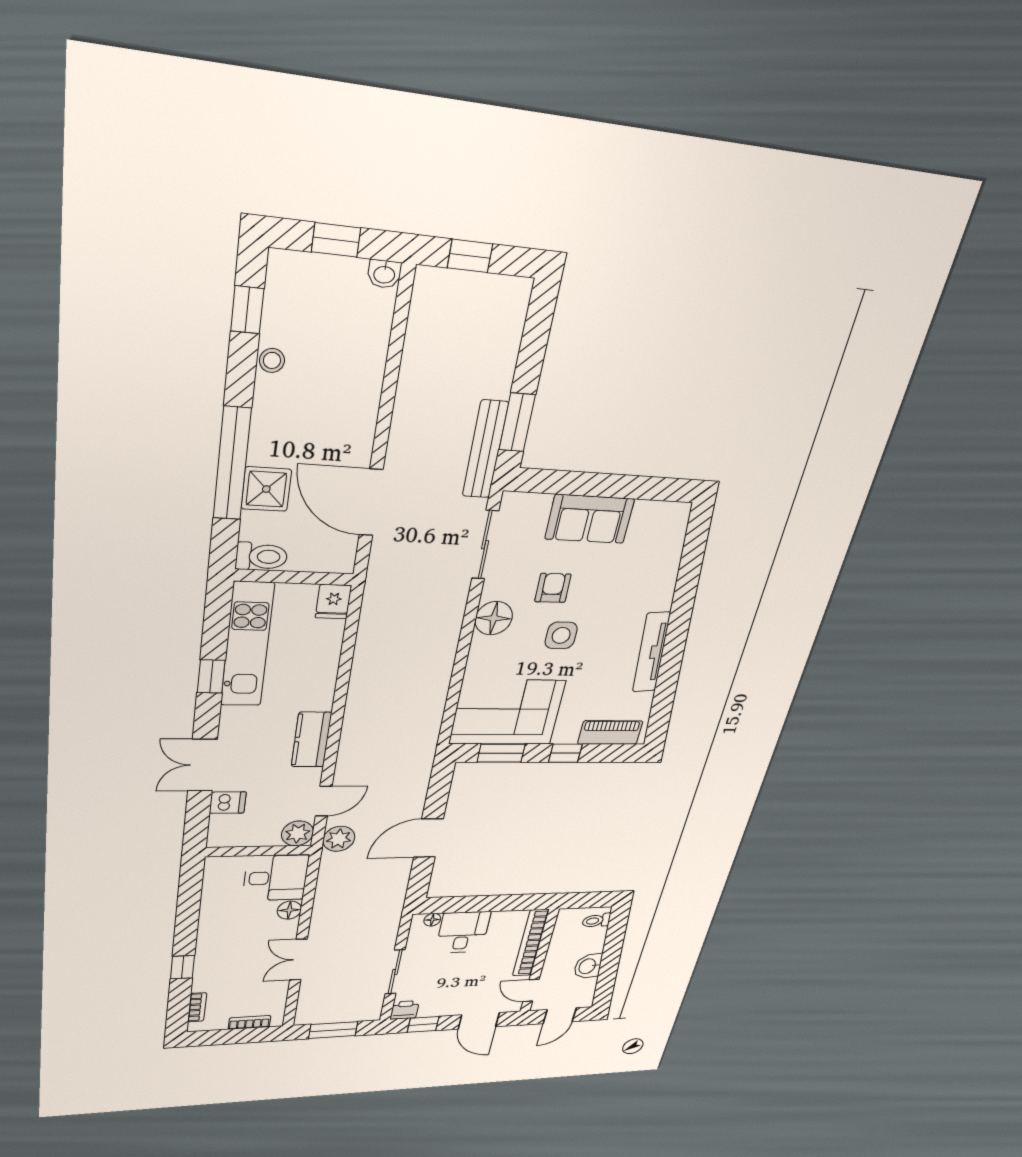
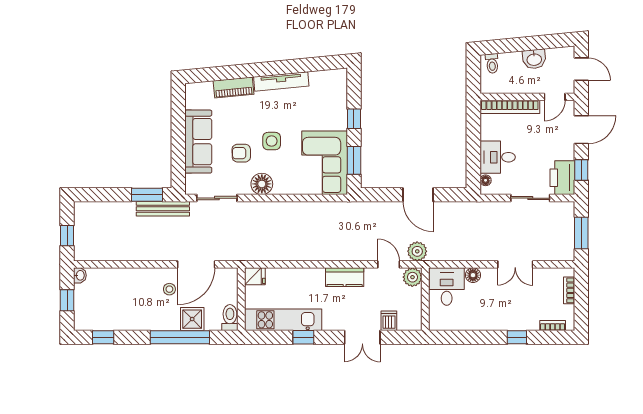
stool: (272, 360) -> (169, 289), moved
sofa: (590, 519) -> (198, 142), width x1.36
piano: (610, 733) -> (234, 87), moved, turned -96
printer: (405, 1010) -> (562, 178), width x1.87, depth x1.48

